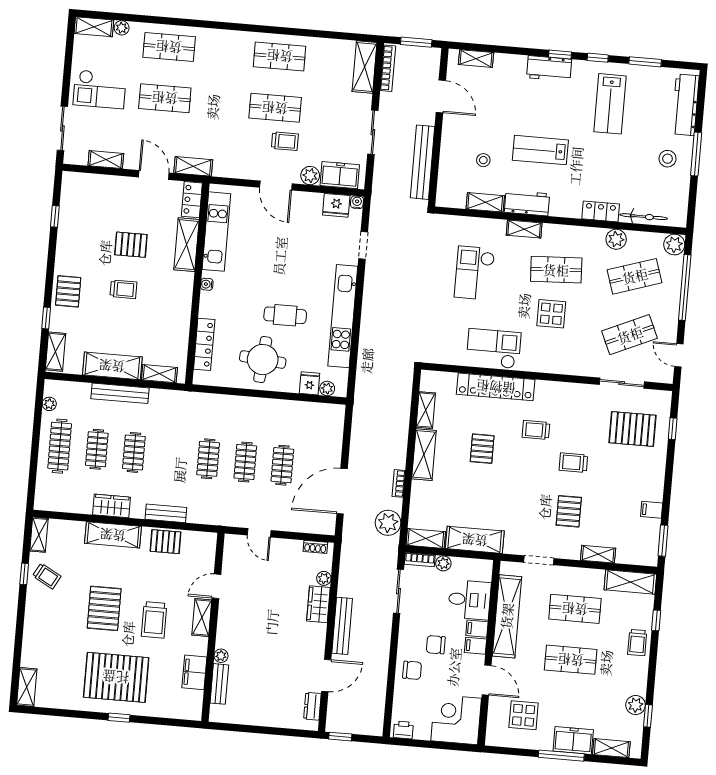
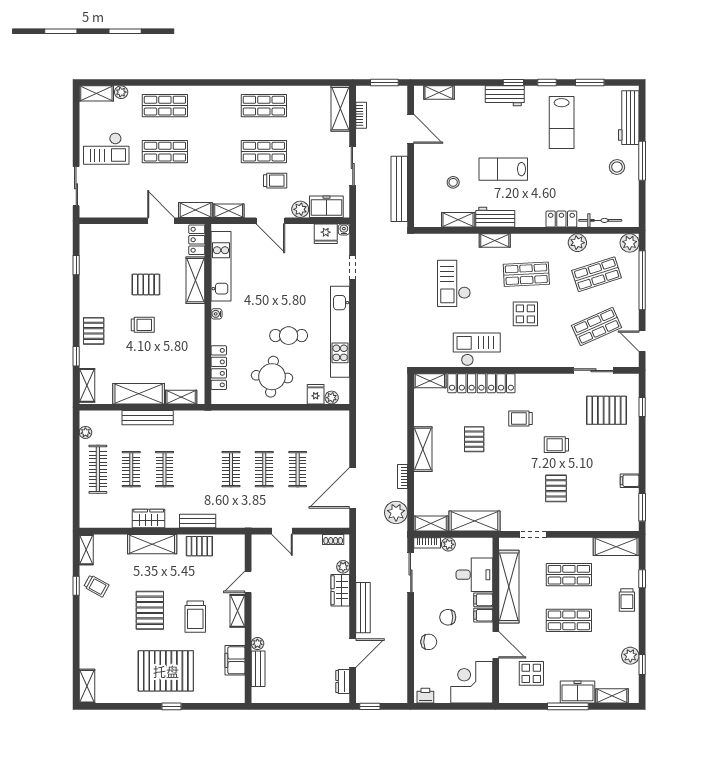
bookcase: (388, 68) -> (361, 115), width x0.64
shelving: (106, 160) -> (229, 211), moved
shelving: (426, 410) -> (430, 381), moved, turned 90
shelving: (598, 554) -> (585, 524), removed

